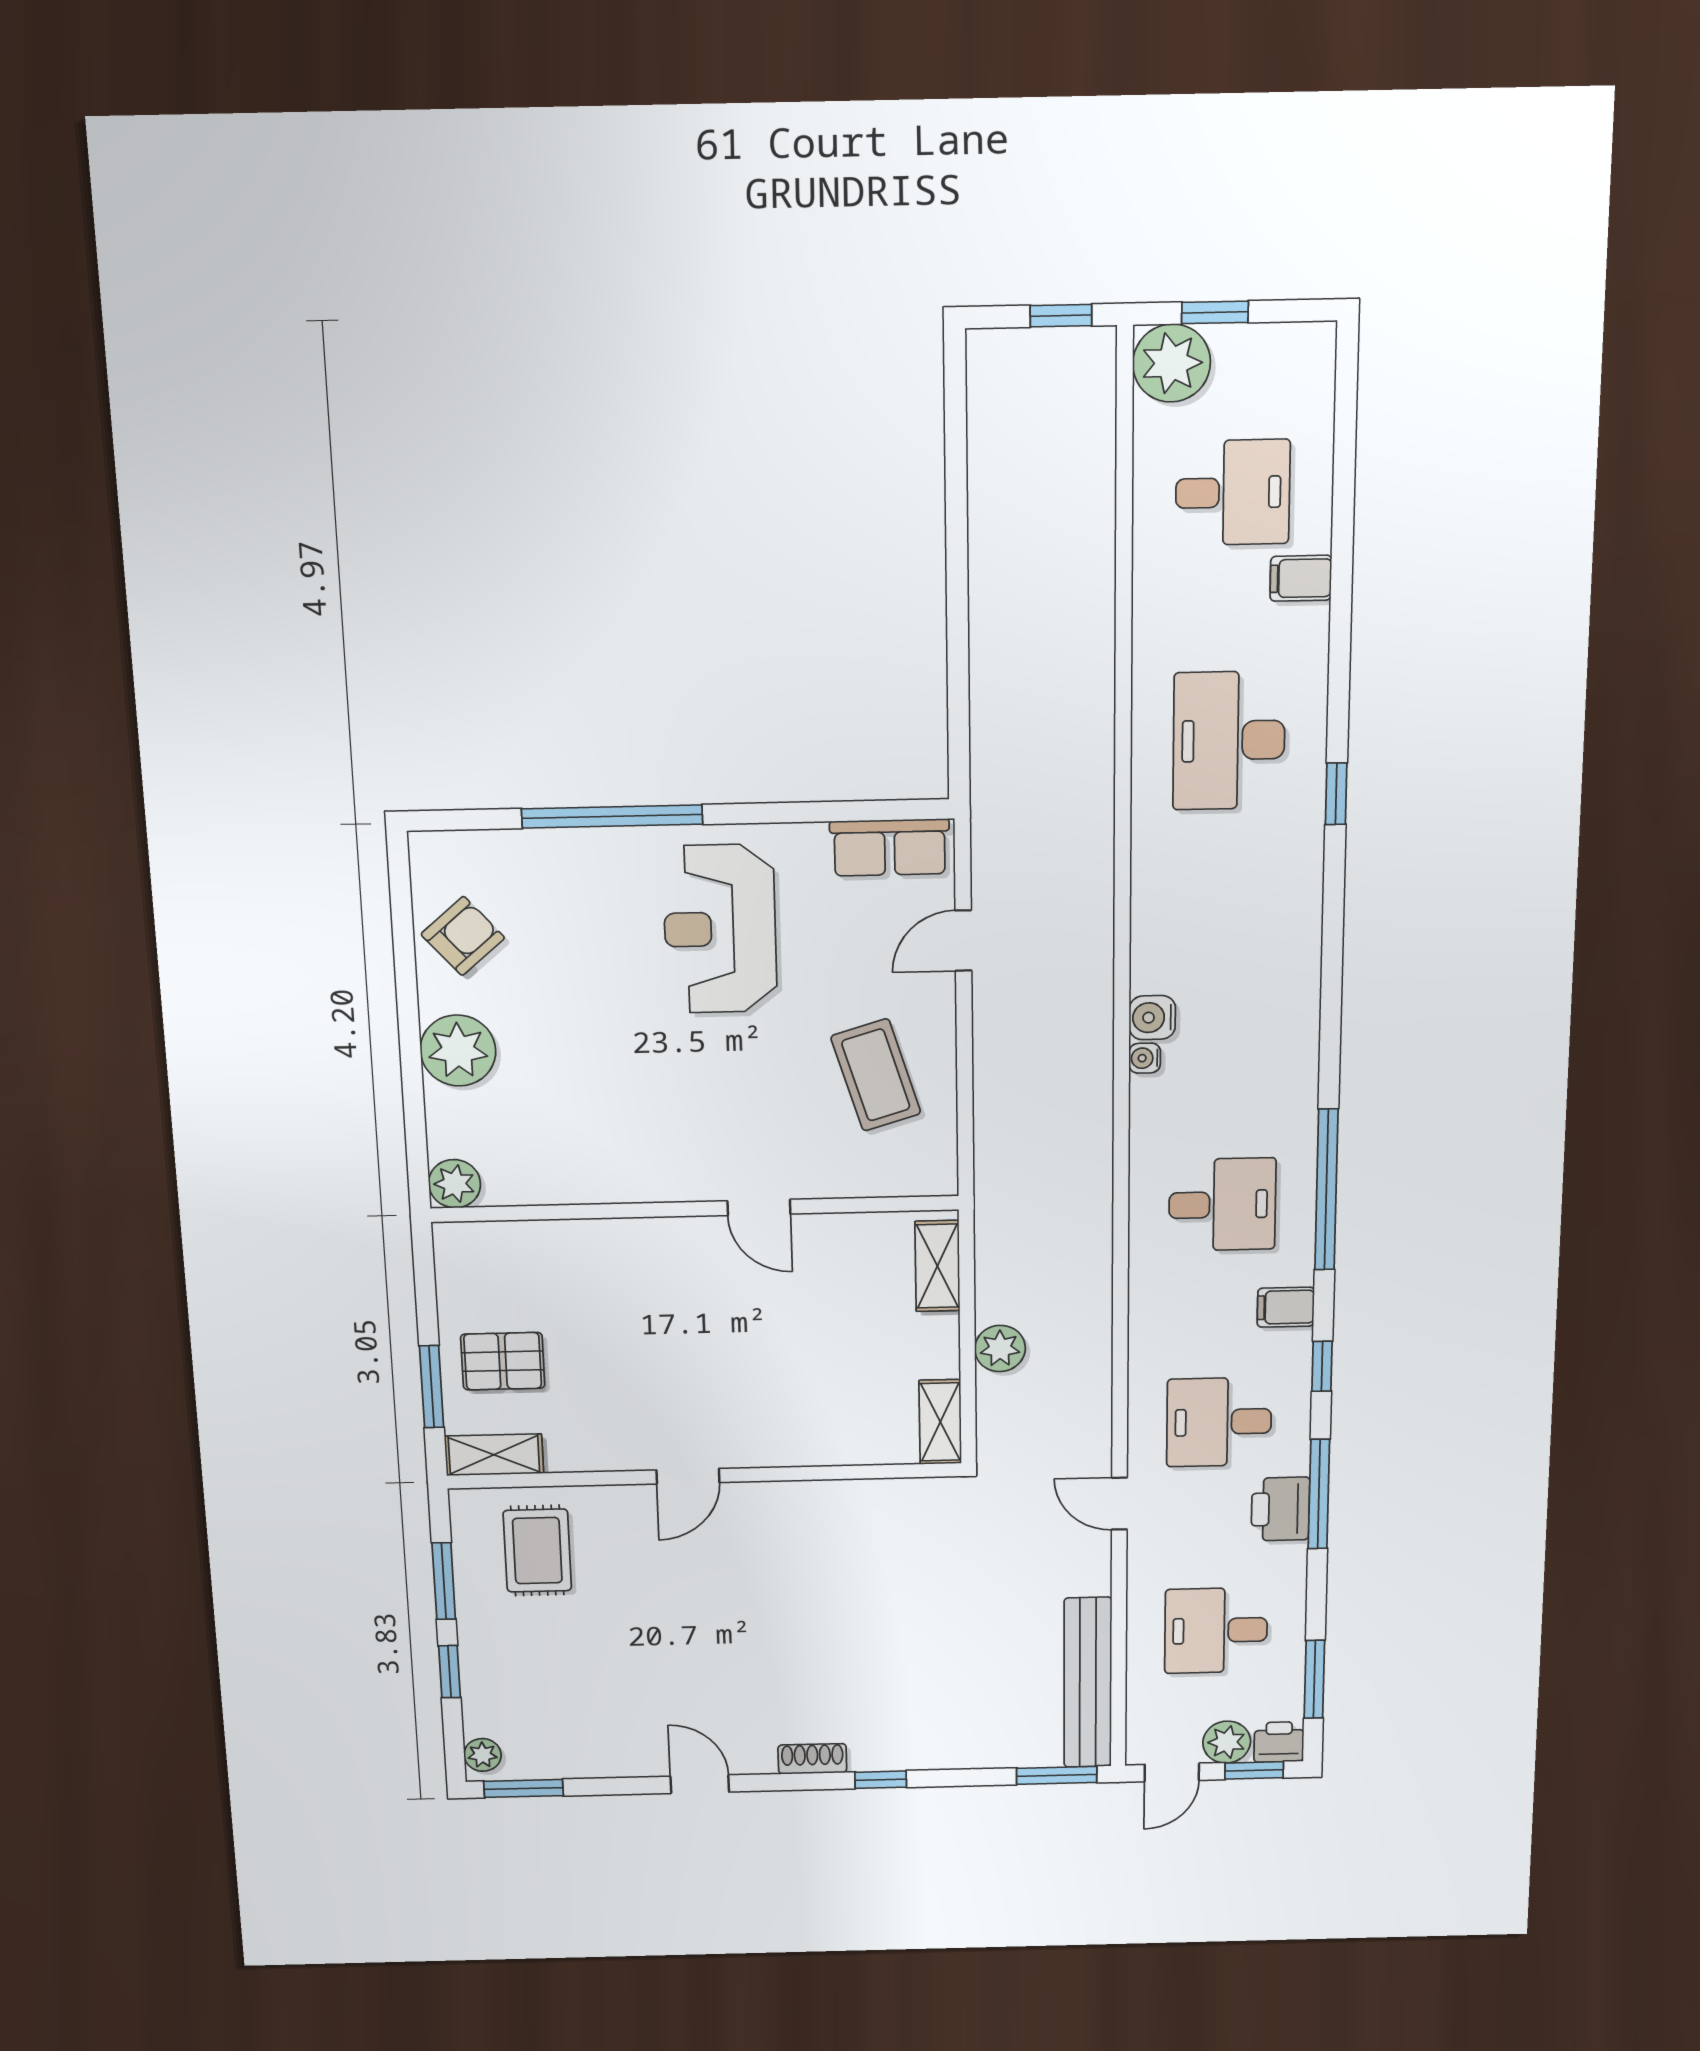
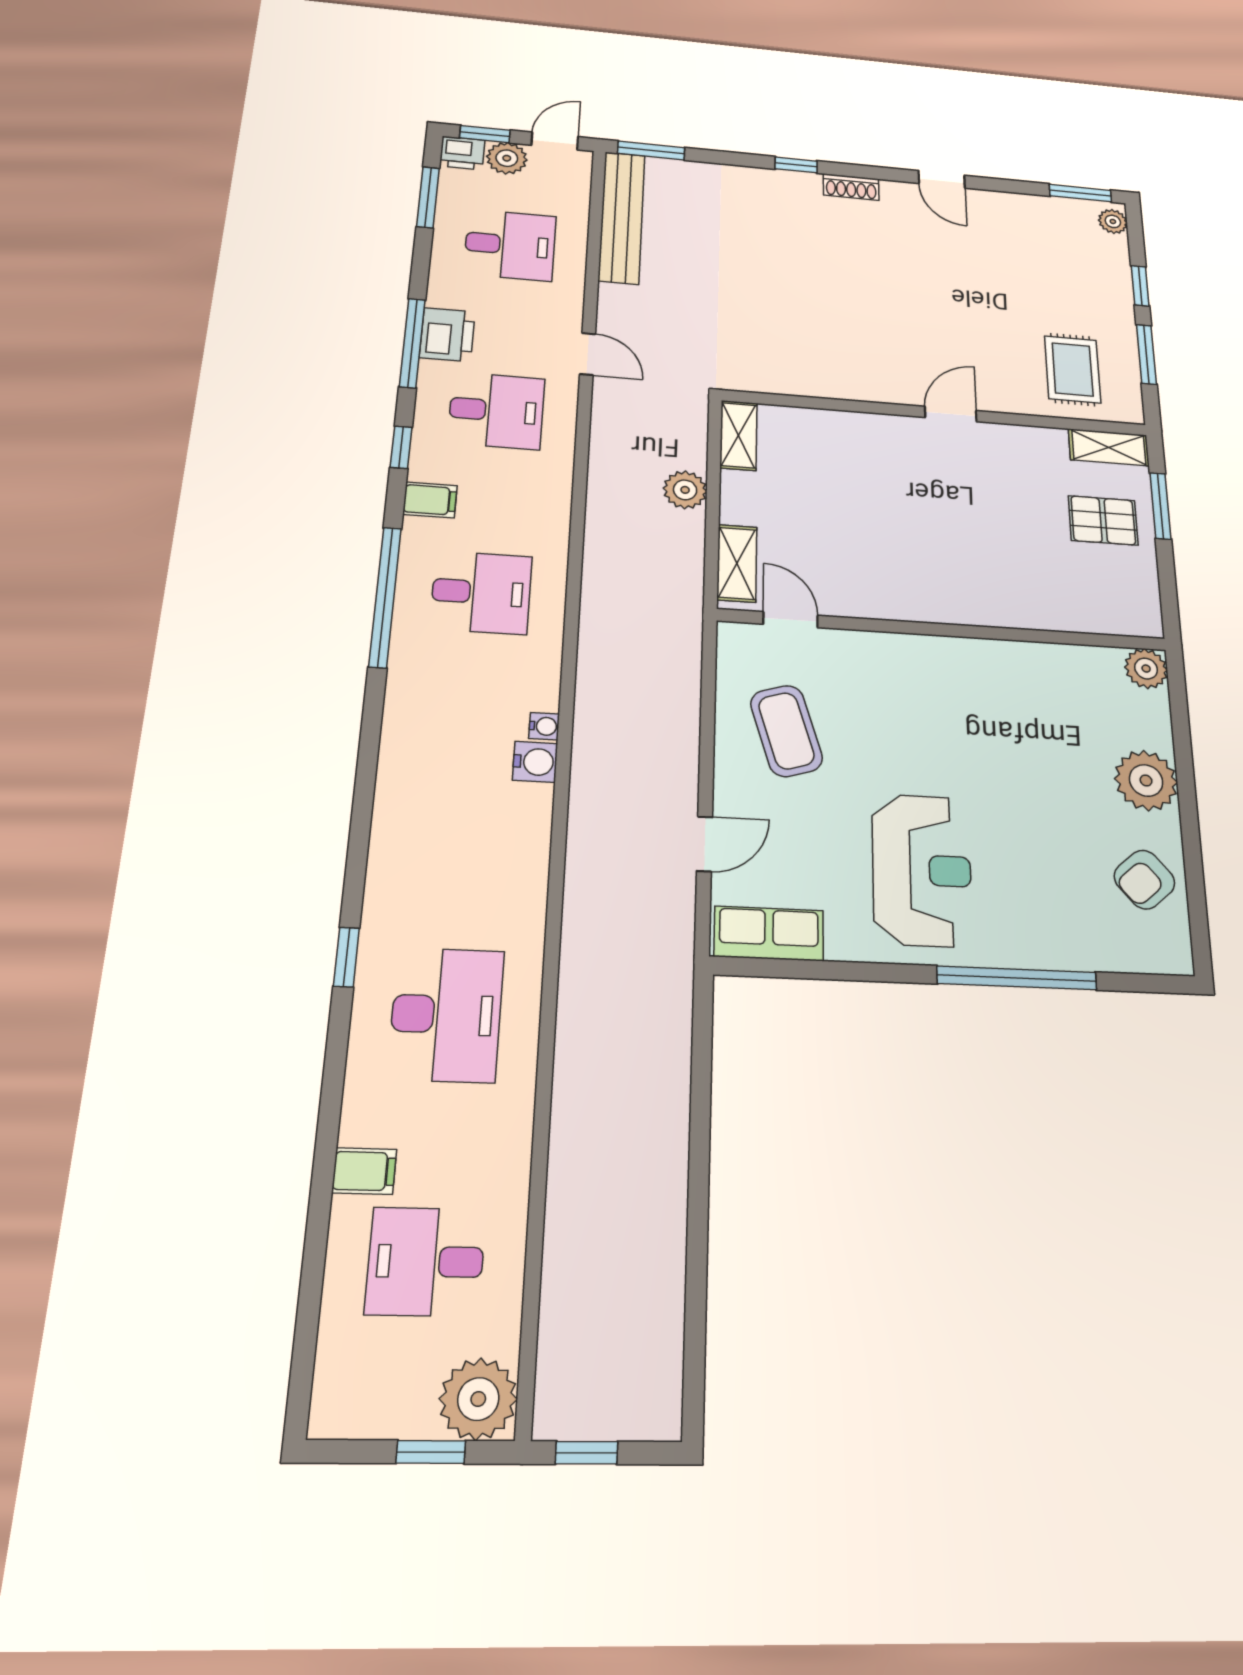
desk: (1222, 1205) -> (481, 592), turned 180
door: (759, 1207) -> (791, 620), moved

